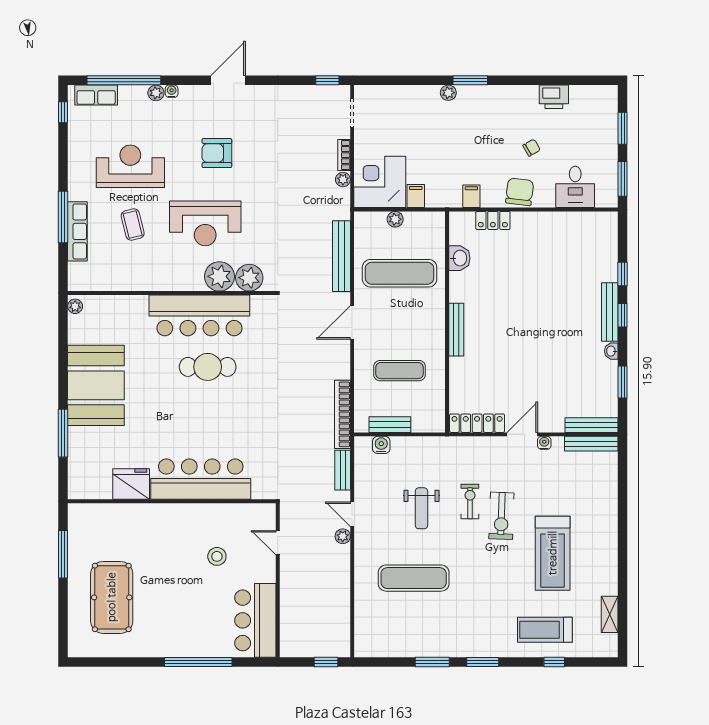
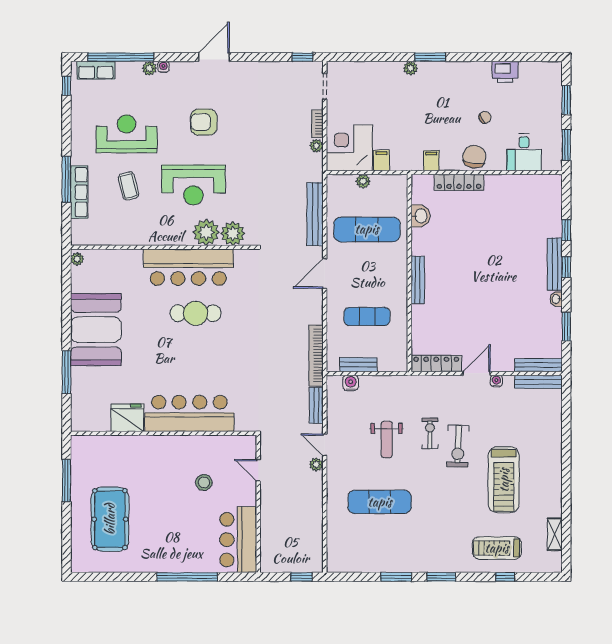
locker: (493, 220) -> (459, 182), width x1.53

